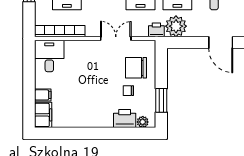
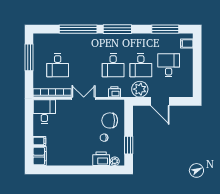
printer: (156, 30) -> (114, 92), moved
double door: (116, 39) -> (84, 98), moved
door: (221, 42) -> (160, 101), moved

